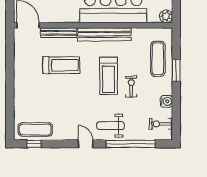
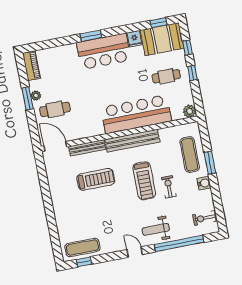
water cooler: (166, 101) -> (204, 183), moved

